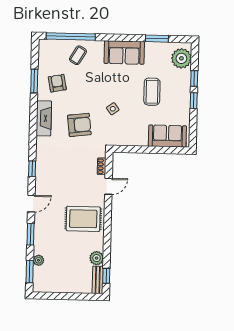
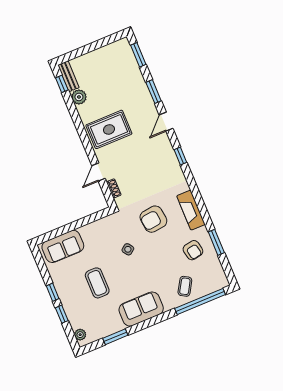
plant: (181, 58) -> (80, 335), width x0.53, depth x0.53
plant: (38, 260) -> (135, 70), removed

